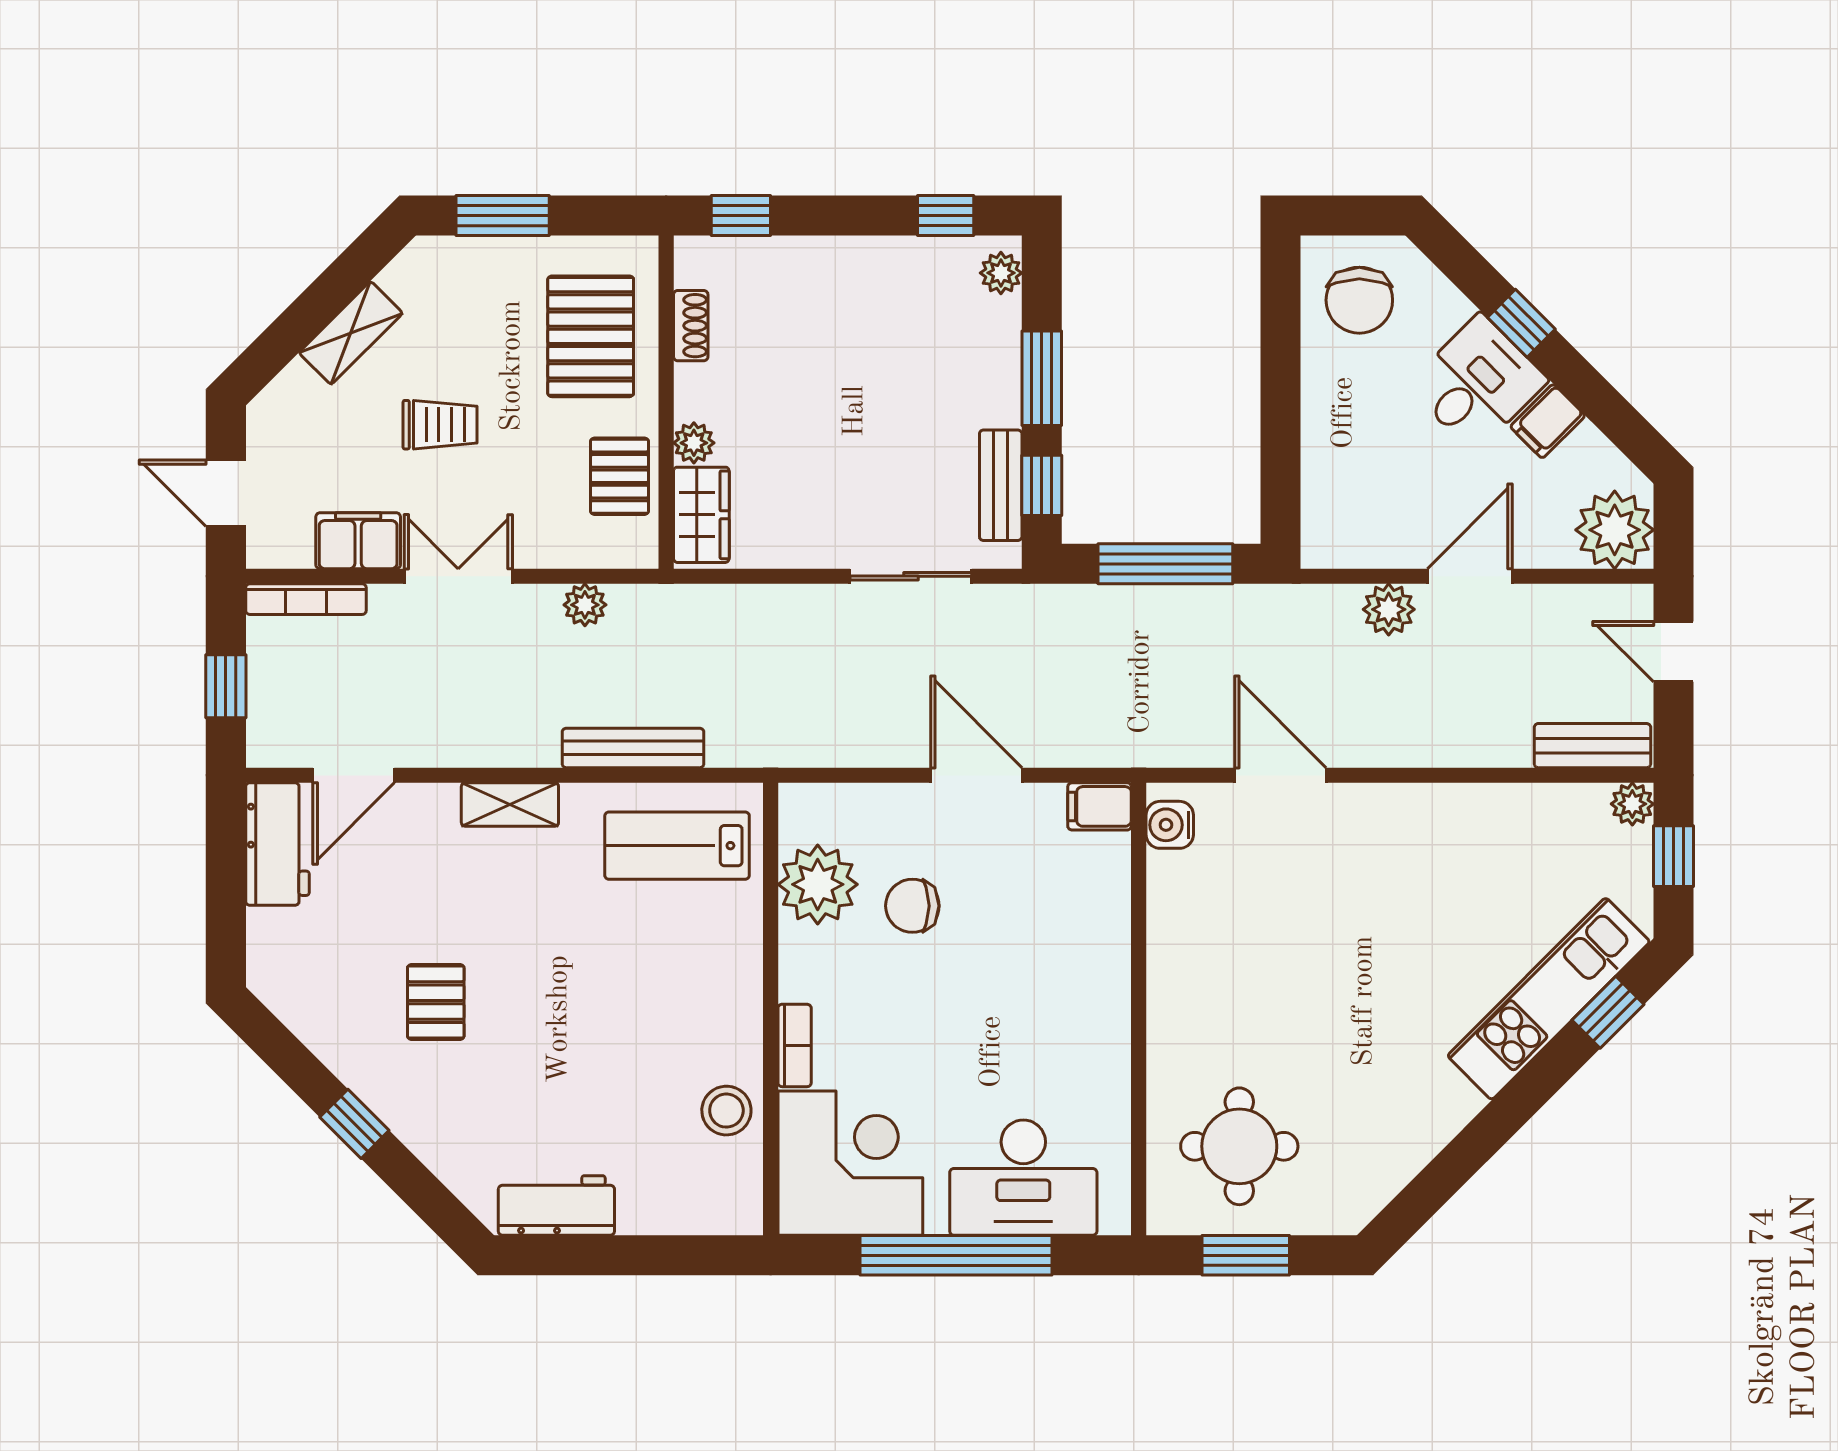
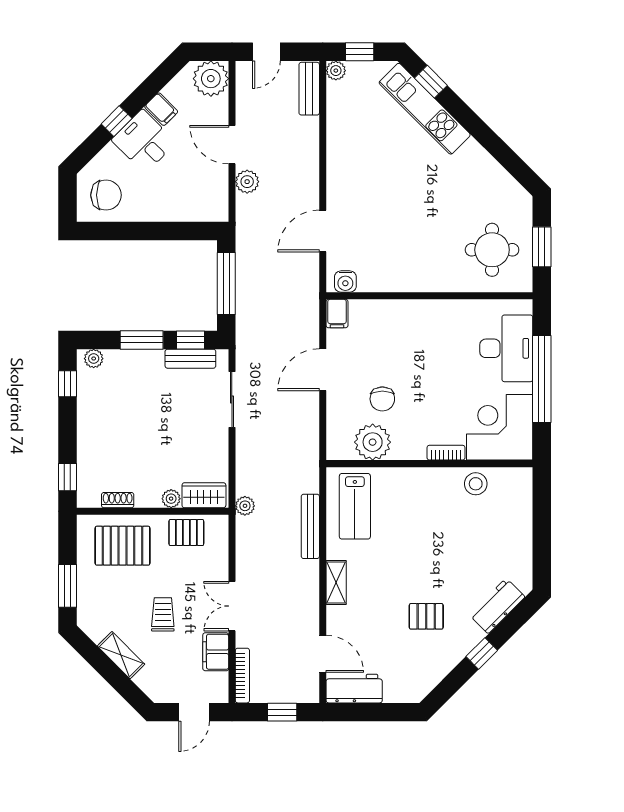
plant: (585, 605) -> (245, 506), moved
workbench: (556, 1205) -> (497, 606), moved, turned 45

